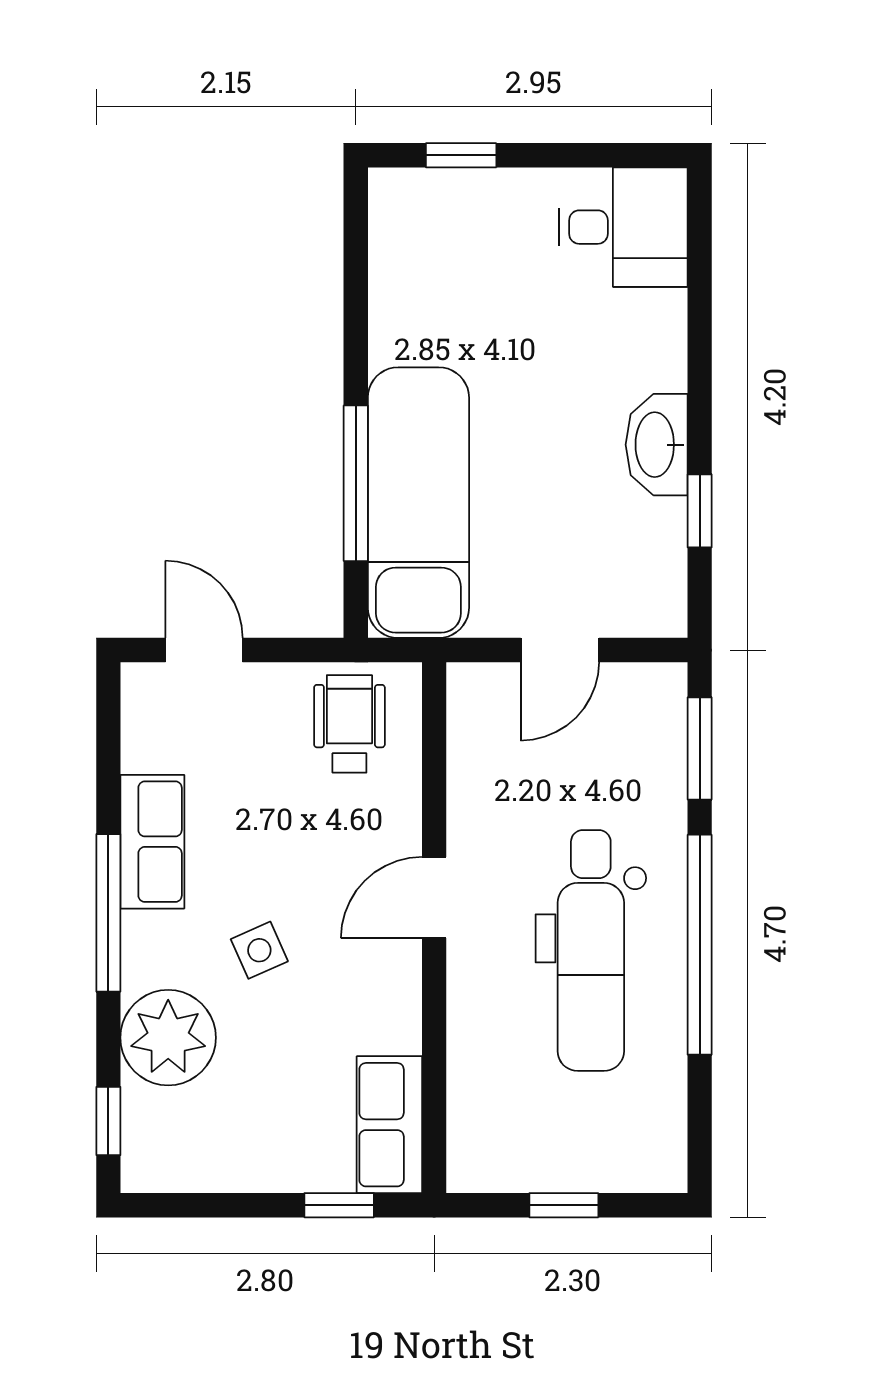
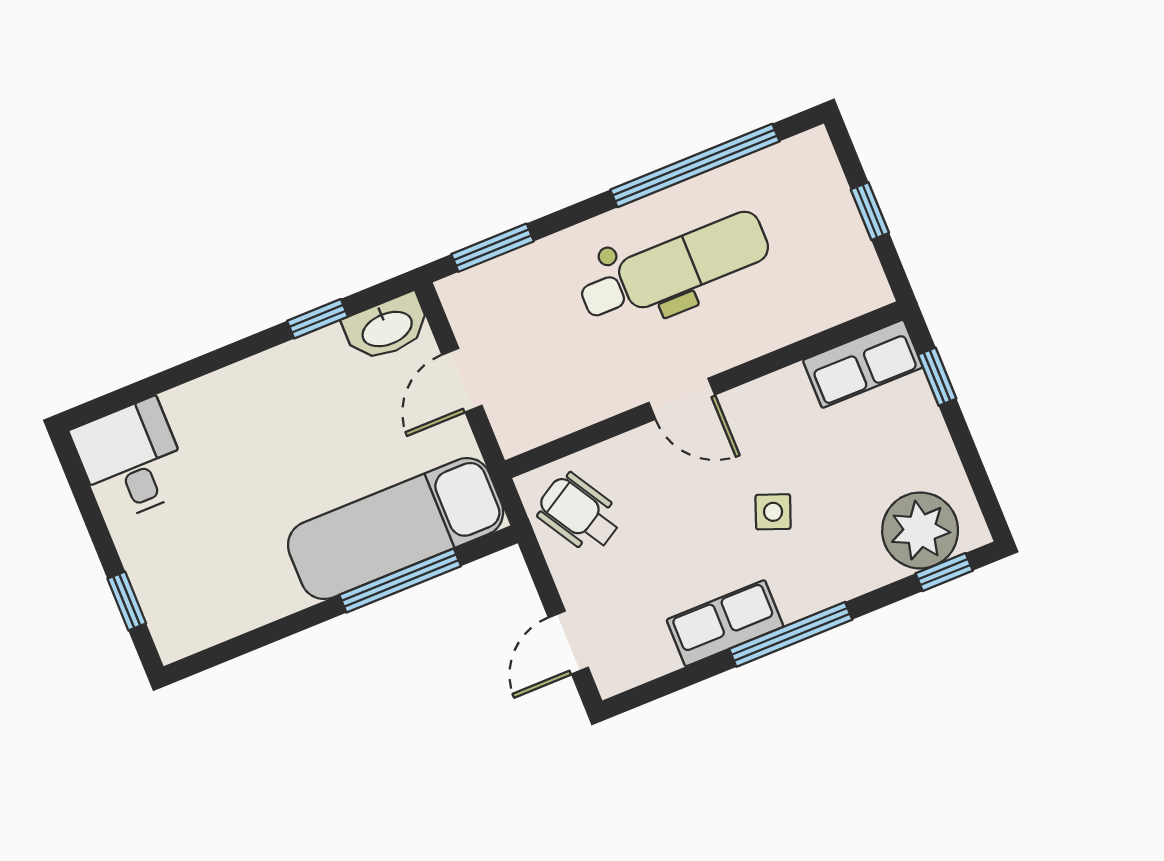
washbasin: (657, 445) -> (387, 328), moved
door: (560, 650) -> (462, 380), swing flipped
wheelchair: (349, 724) -> (579, 513), turned 59
window: (700, 945) -> (695, 165), moved
side table: (259, 950) -> (773, 512), turned 45
plant: (168, 1038) -> (920, 530), moved

